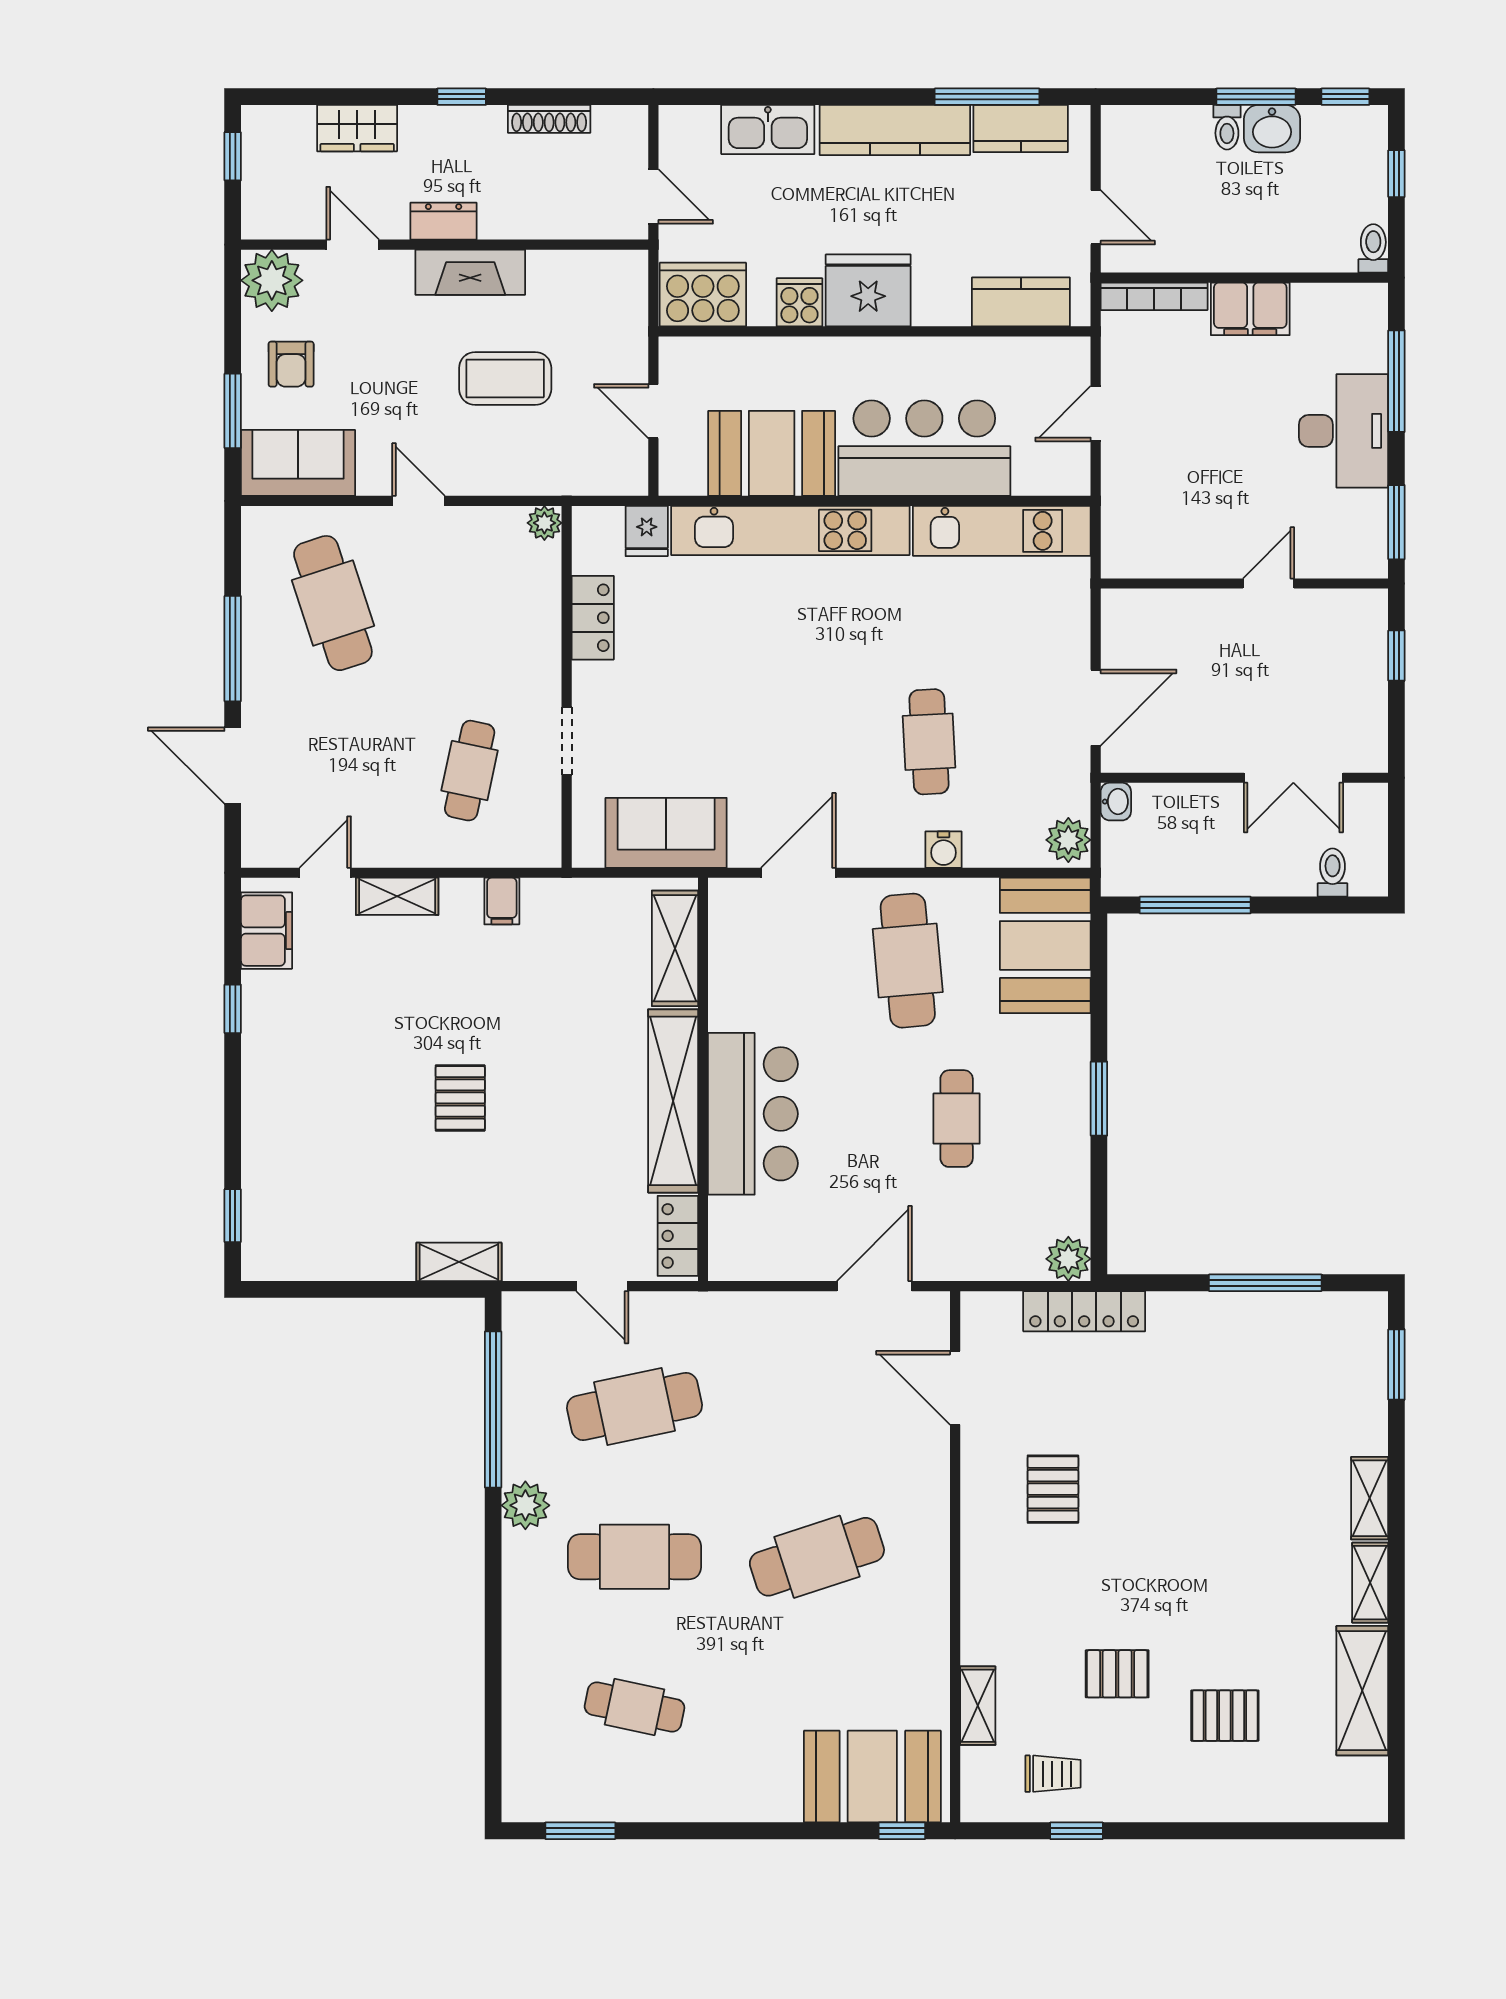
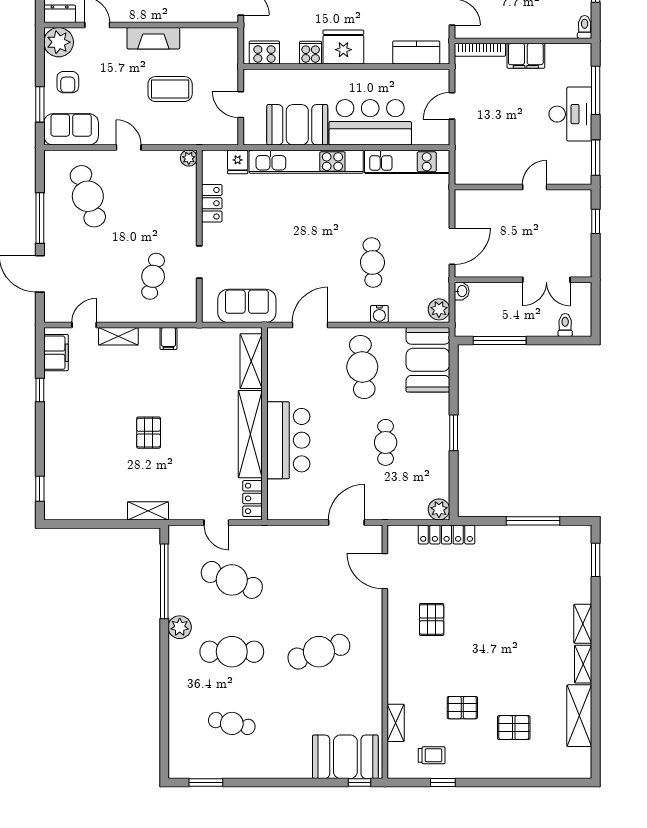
dresser: (444, 221) -> (60, 14), moved
cooker: (703, 295) -> (264, 53), width x0.73, depth x0.76
cafe table: (635, 1406) -> (232, 580), turned 33

